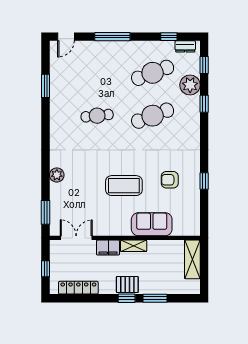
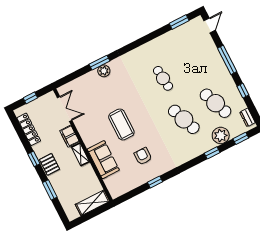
door: (66, 37) -> (210, 25), swing flipped
window: (169, 37) -> (243, 91), moved
window: (46, 86) -> (179, 22), moved
window: (46, 212) -> (99, 63), moved
window: (127, 298) -> (34, 159), moved

